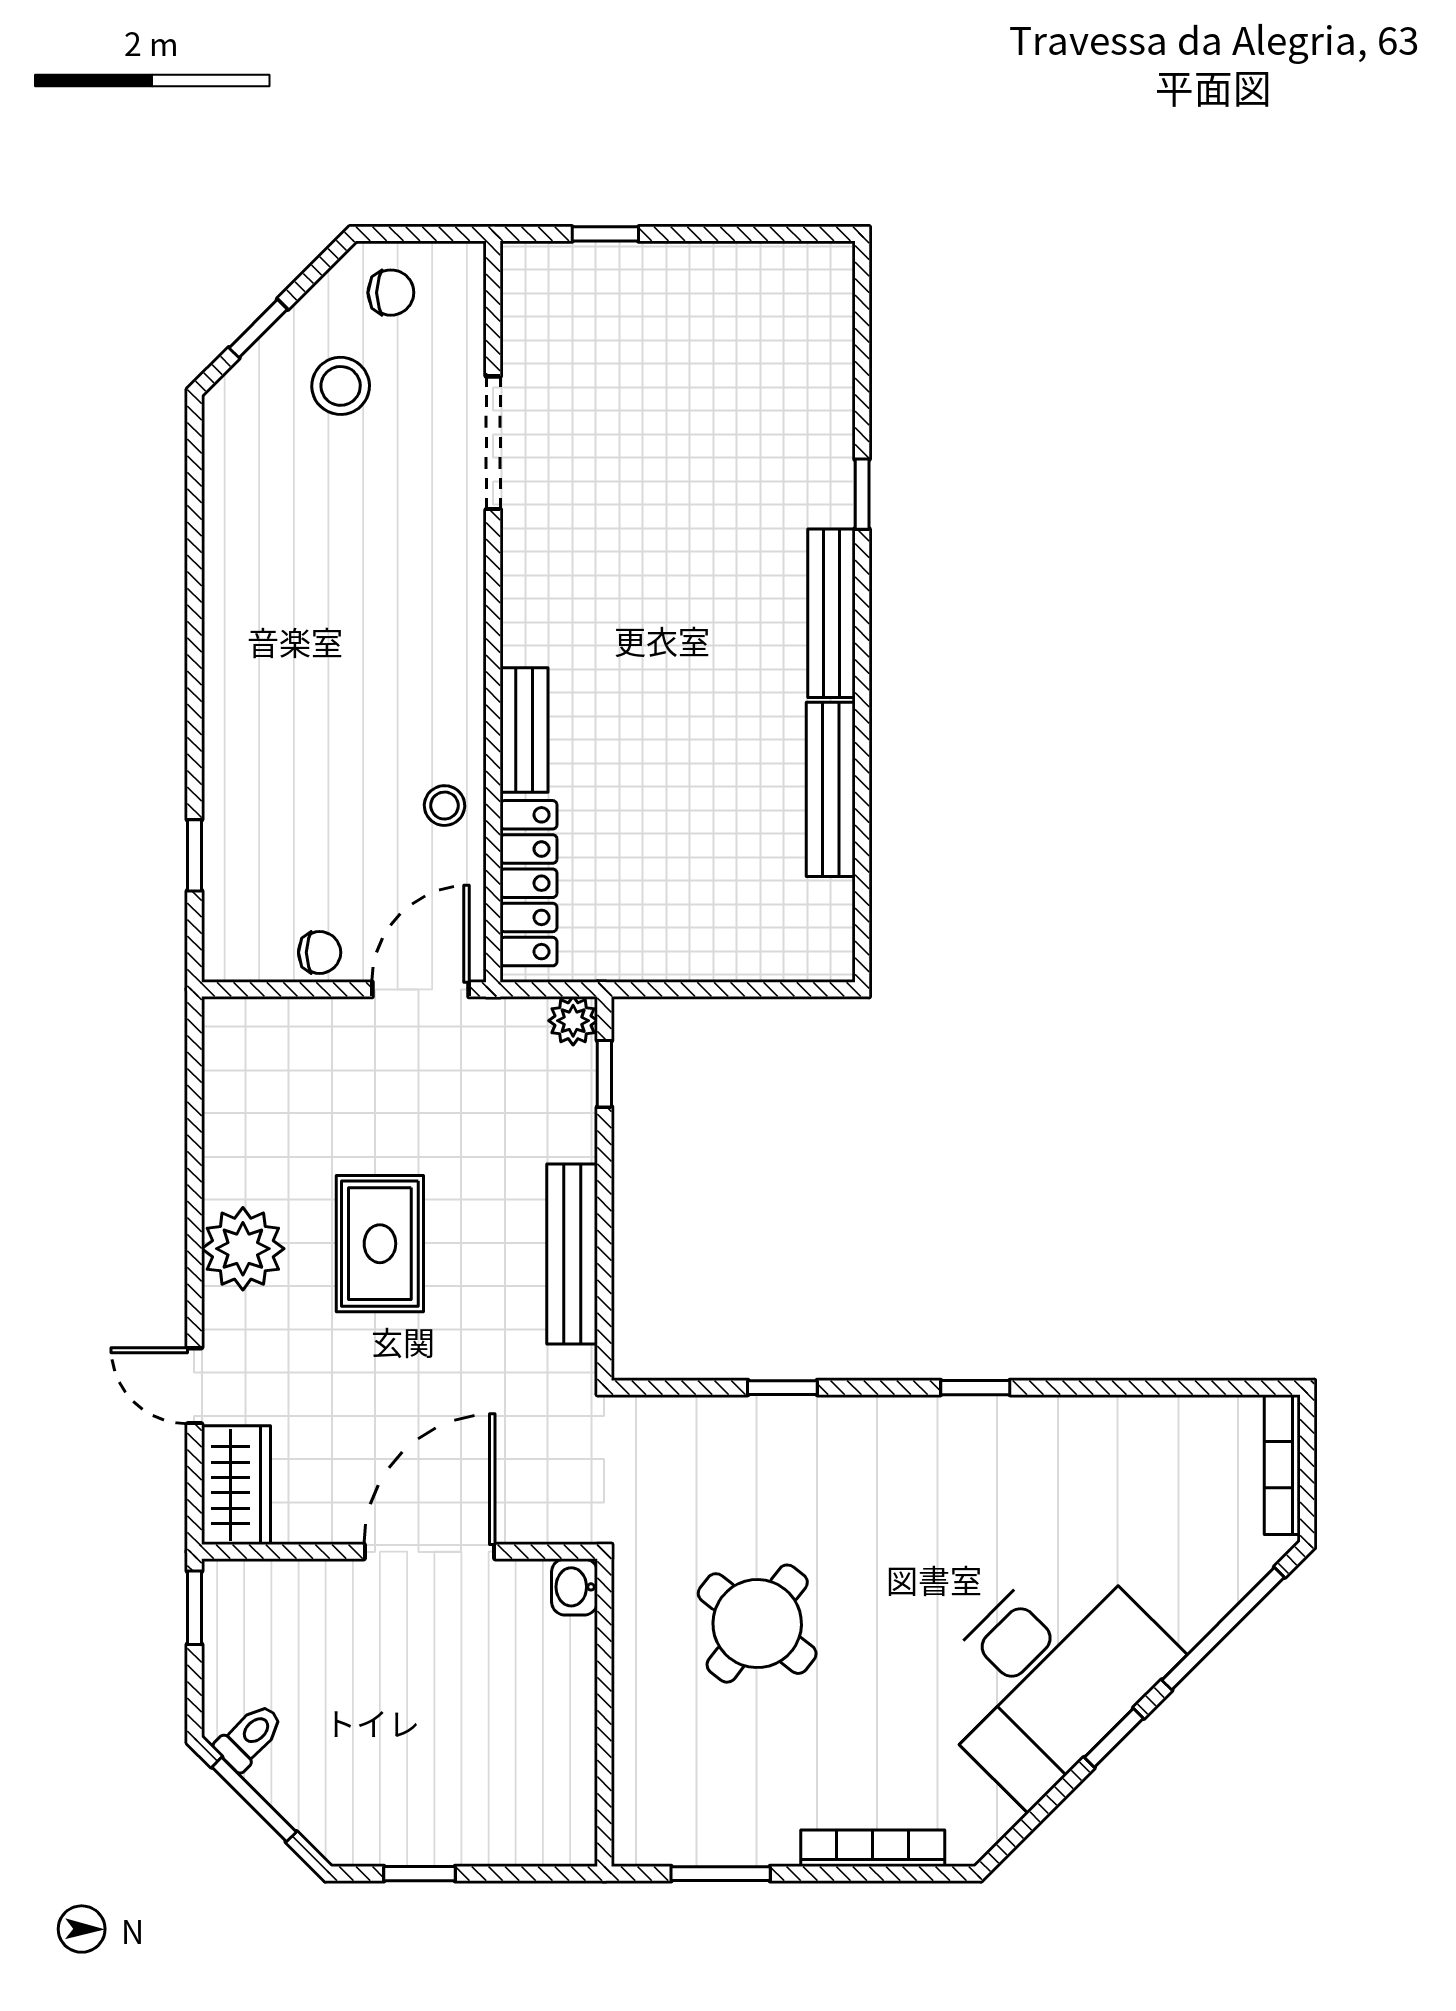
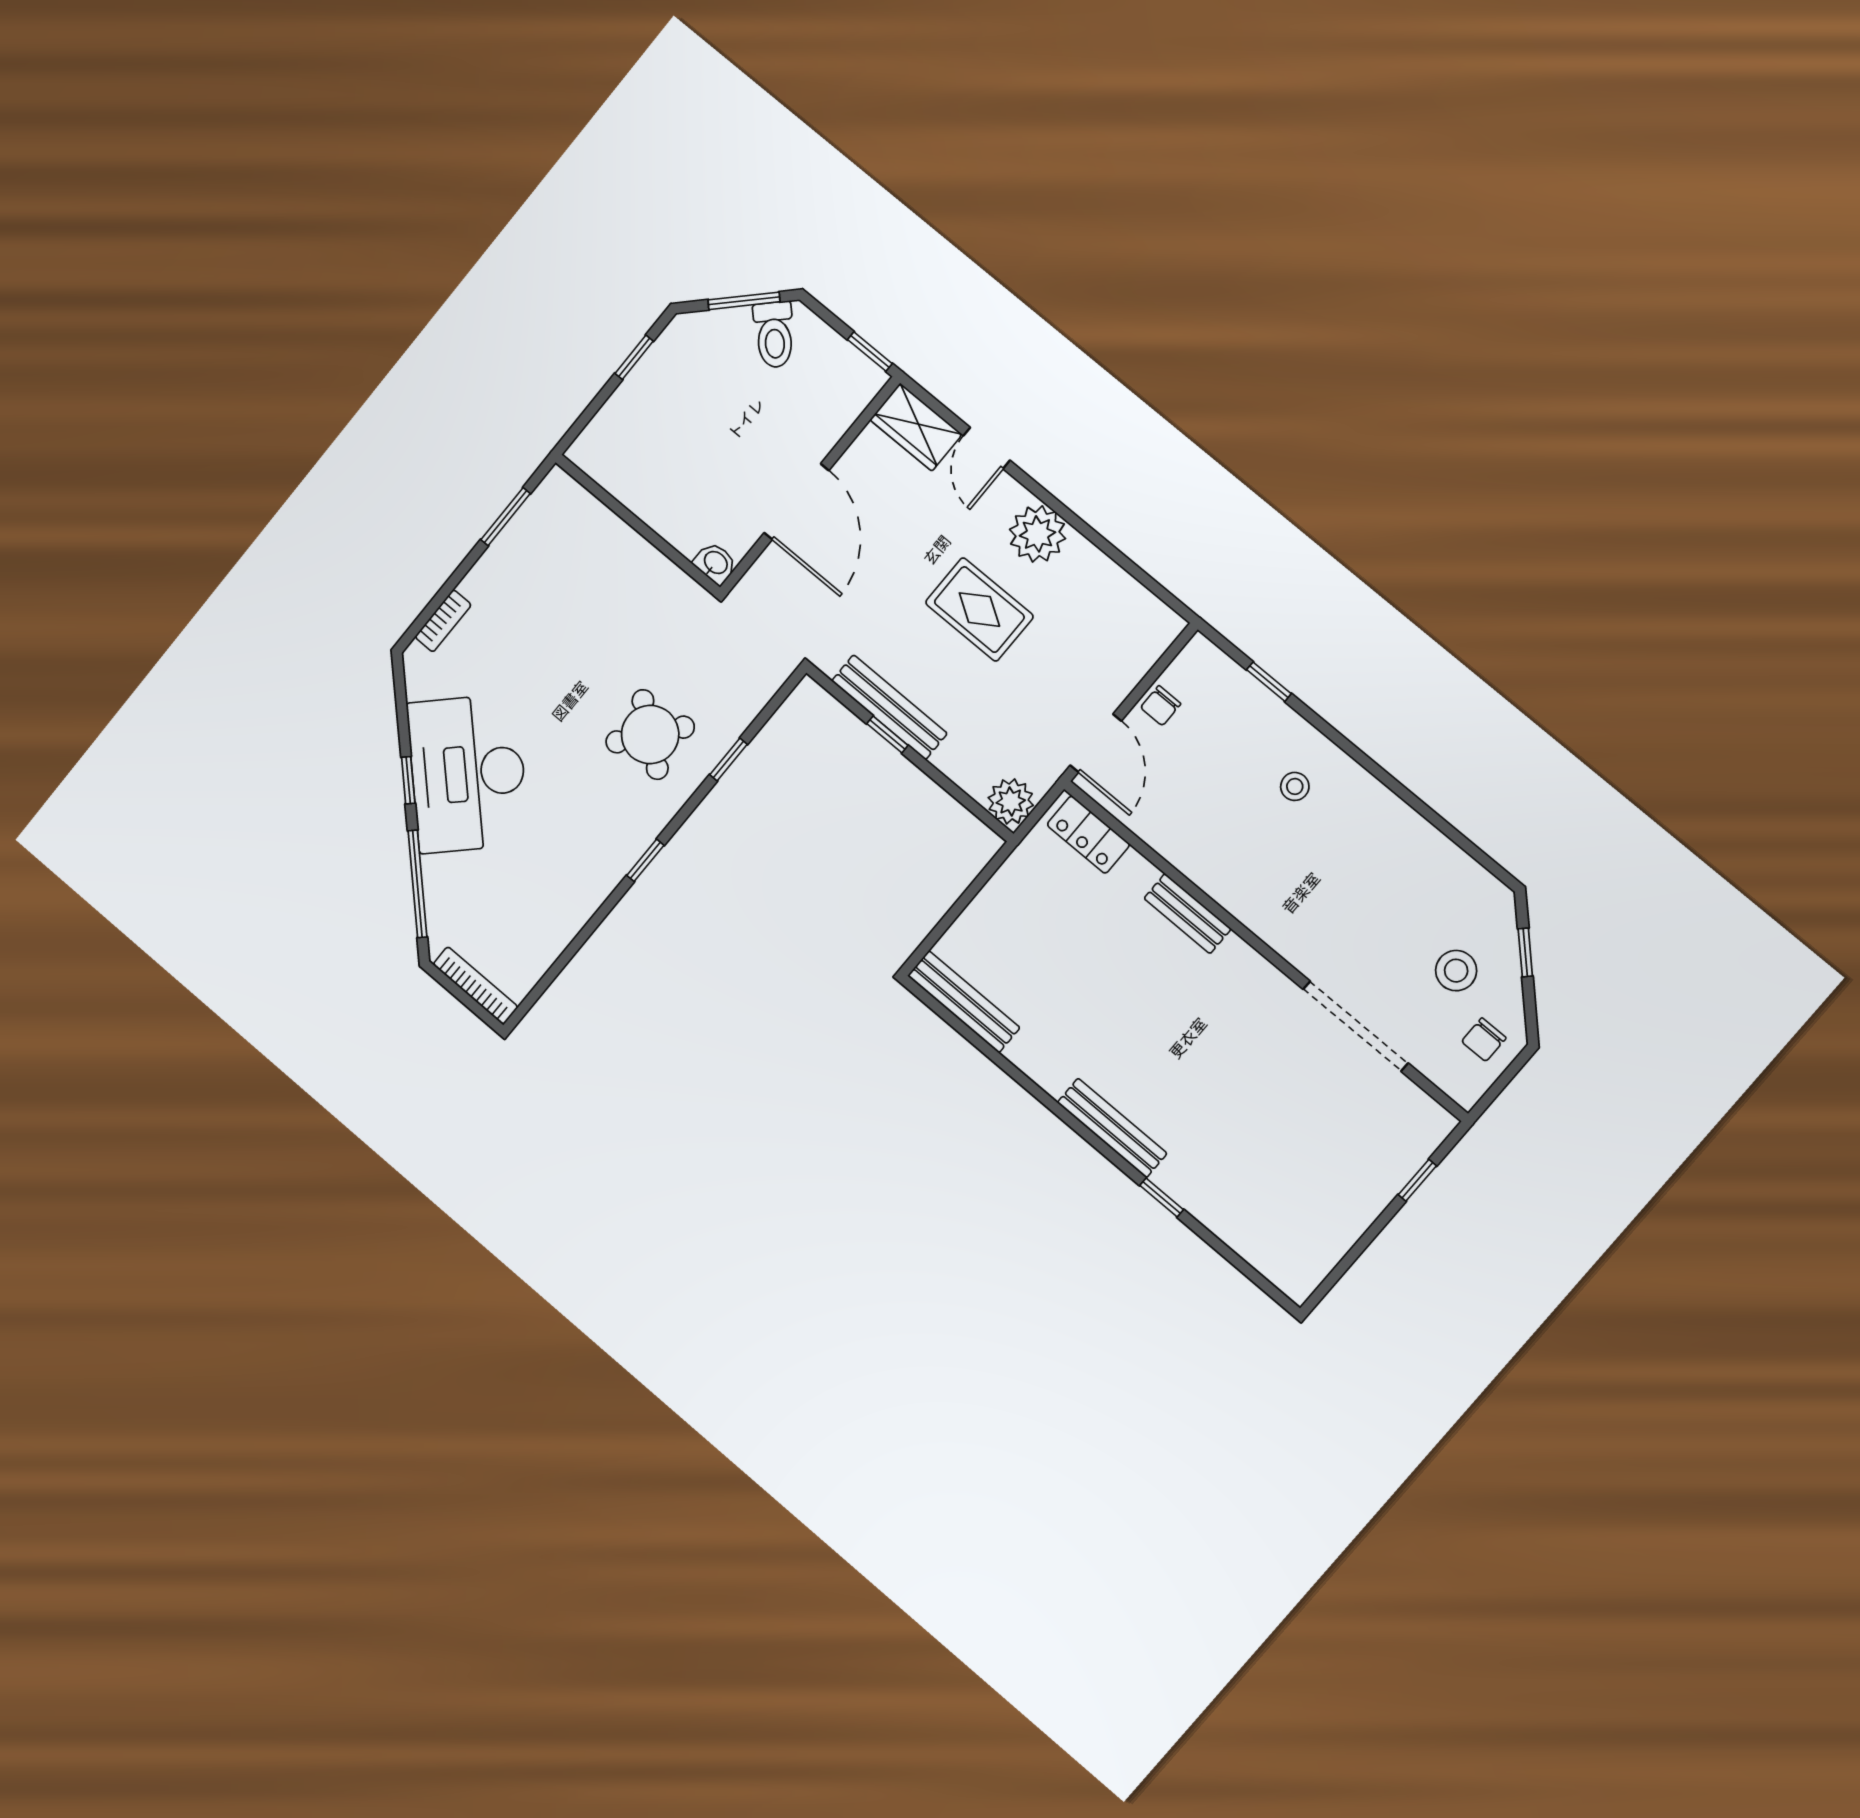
doorway: (493, 443) -> (1356, 1026), width x1.36
bench: (831, 789) -> (964, 1002), moved
stool: (444, 806) -> (1295, 786), moved
locker: (528, 883) -> (1088, 835), width x0.66
plant: (573, 1021) -> (1011, 802), width x1.38, depth x1.38
window: (604, 1074) -> (887, 734), moved
door: (194, 1386) -> (987, 448), swing flipped
round table: (757, 1624) -> (650, 735), moved
toilet: (249, 1737) -> (774, 335), width x1.37, depth x1.39
bookcase: (873, 1848) -> (443, 621), width x0.64

